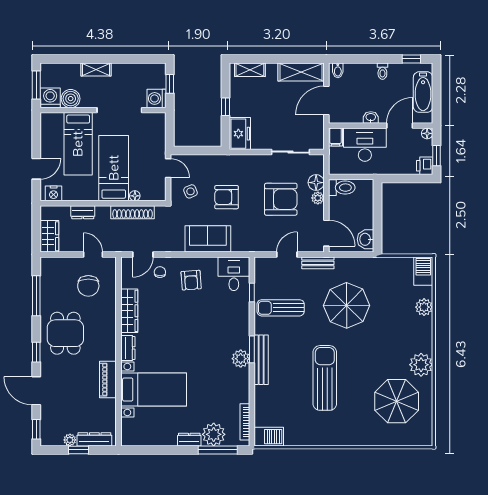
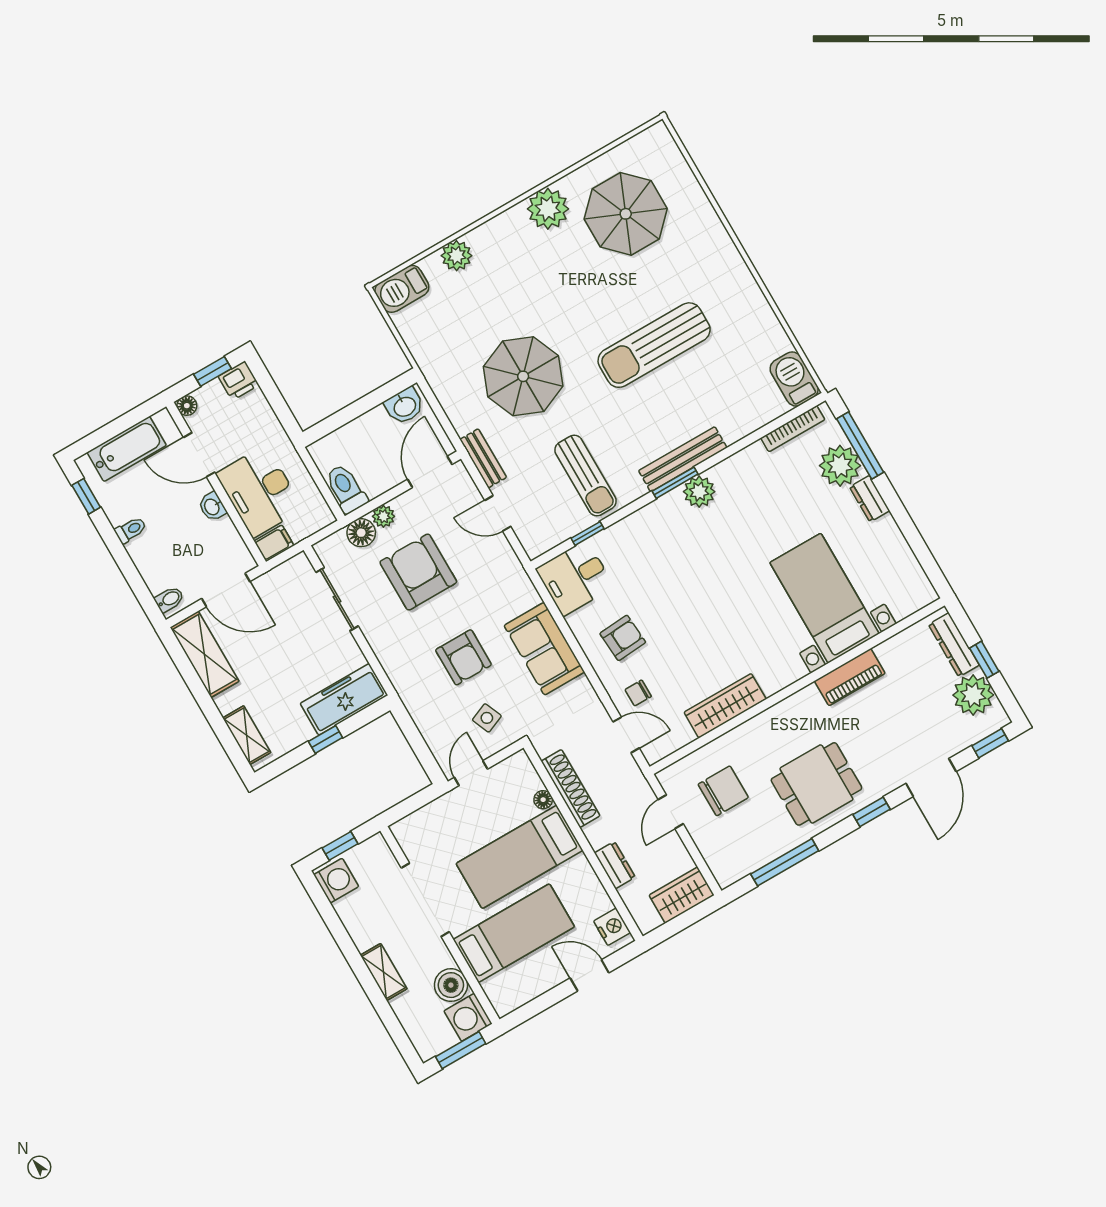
washing machine: (156, 98) -> (336, 881), moved, turned -90
freezer: (240, 134) -> (344, 699), width x1.40
dresser: (128, 348) -> (784, 675), removed
plant: (70, 440) -> (973, 695), width x1.87, depth x1.87

